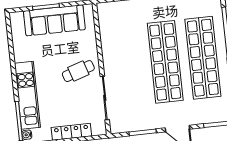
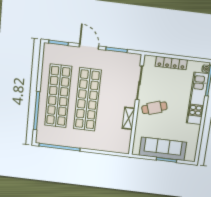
shelving: (108, 50) -> (128, 118), added

